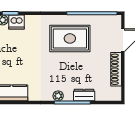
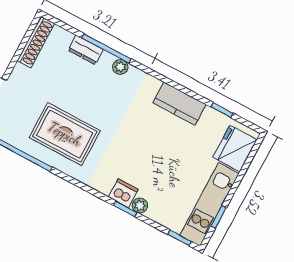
shoe rack: (116, 69) -> (36, 42), moved

